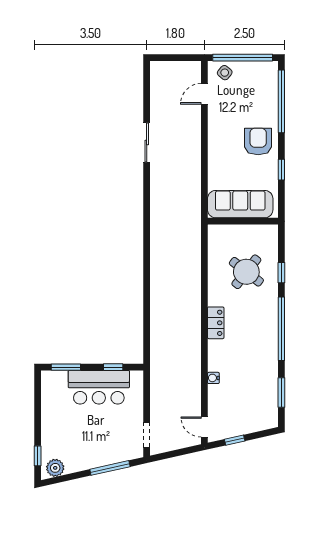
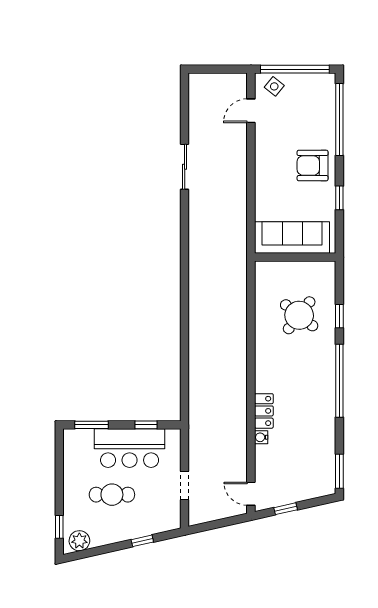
armchair: (258, 141) -> (313, 166), turned -90
locker: (216, 323) -> (264, 411), moved
window: (281, 393) -> (339, 471), moved
cafe table: (84, 428) -> (112, 495), added
doorway: (147, 435) -> (185, 486), moved
window: (110, 468) -> (142, 541), width x0.46

